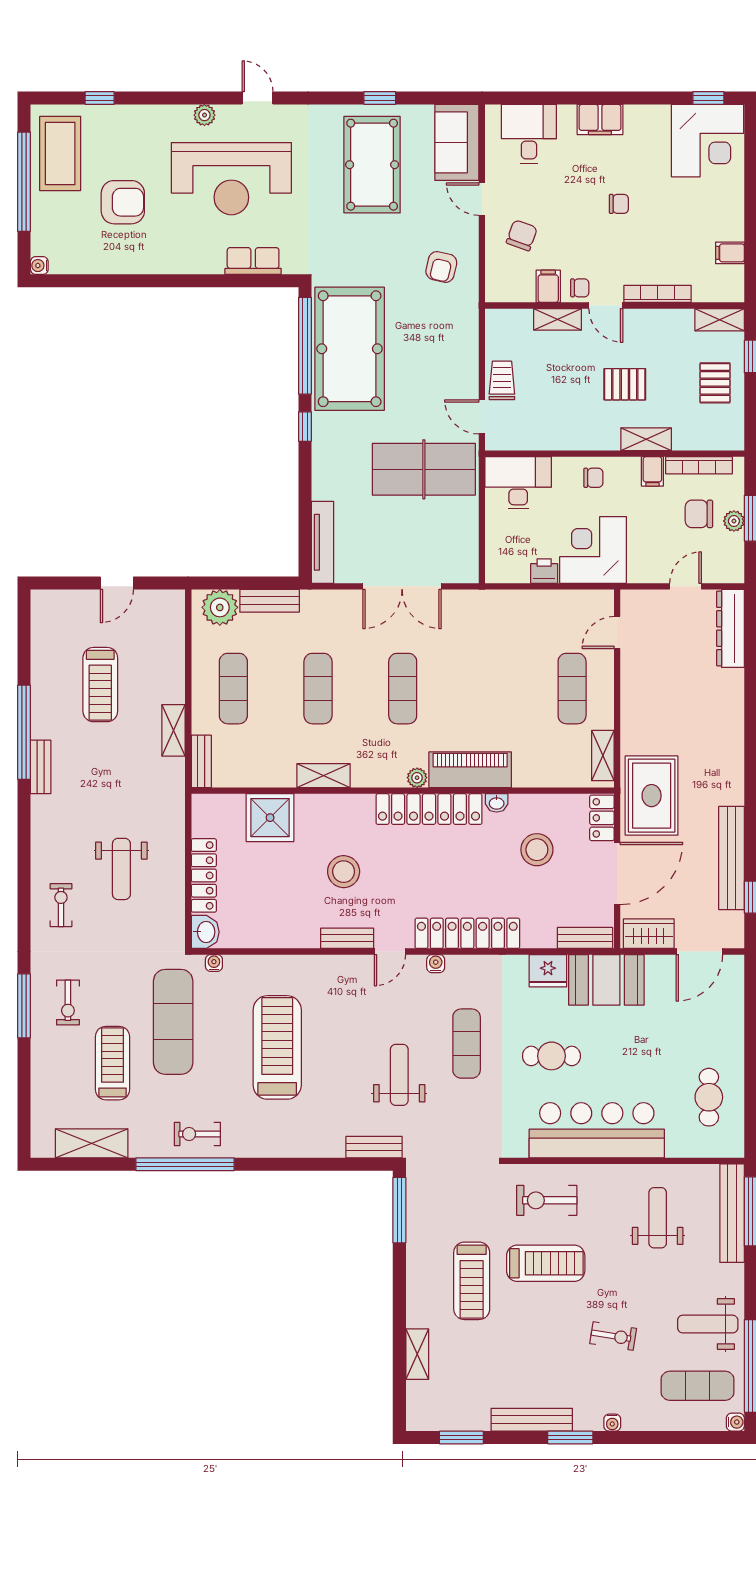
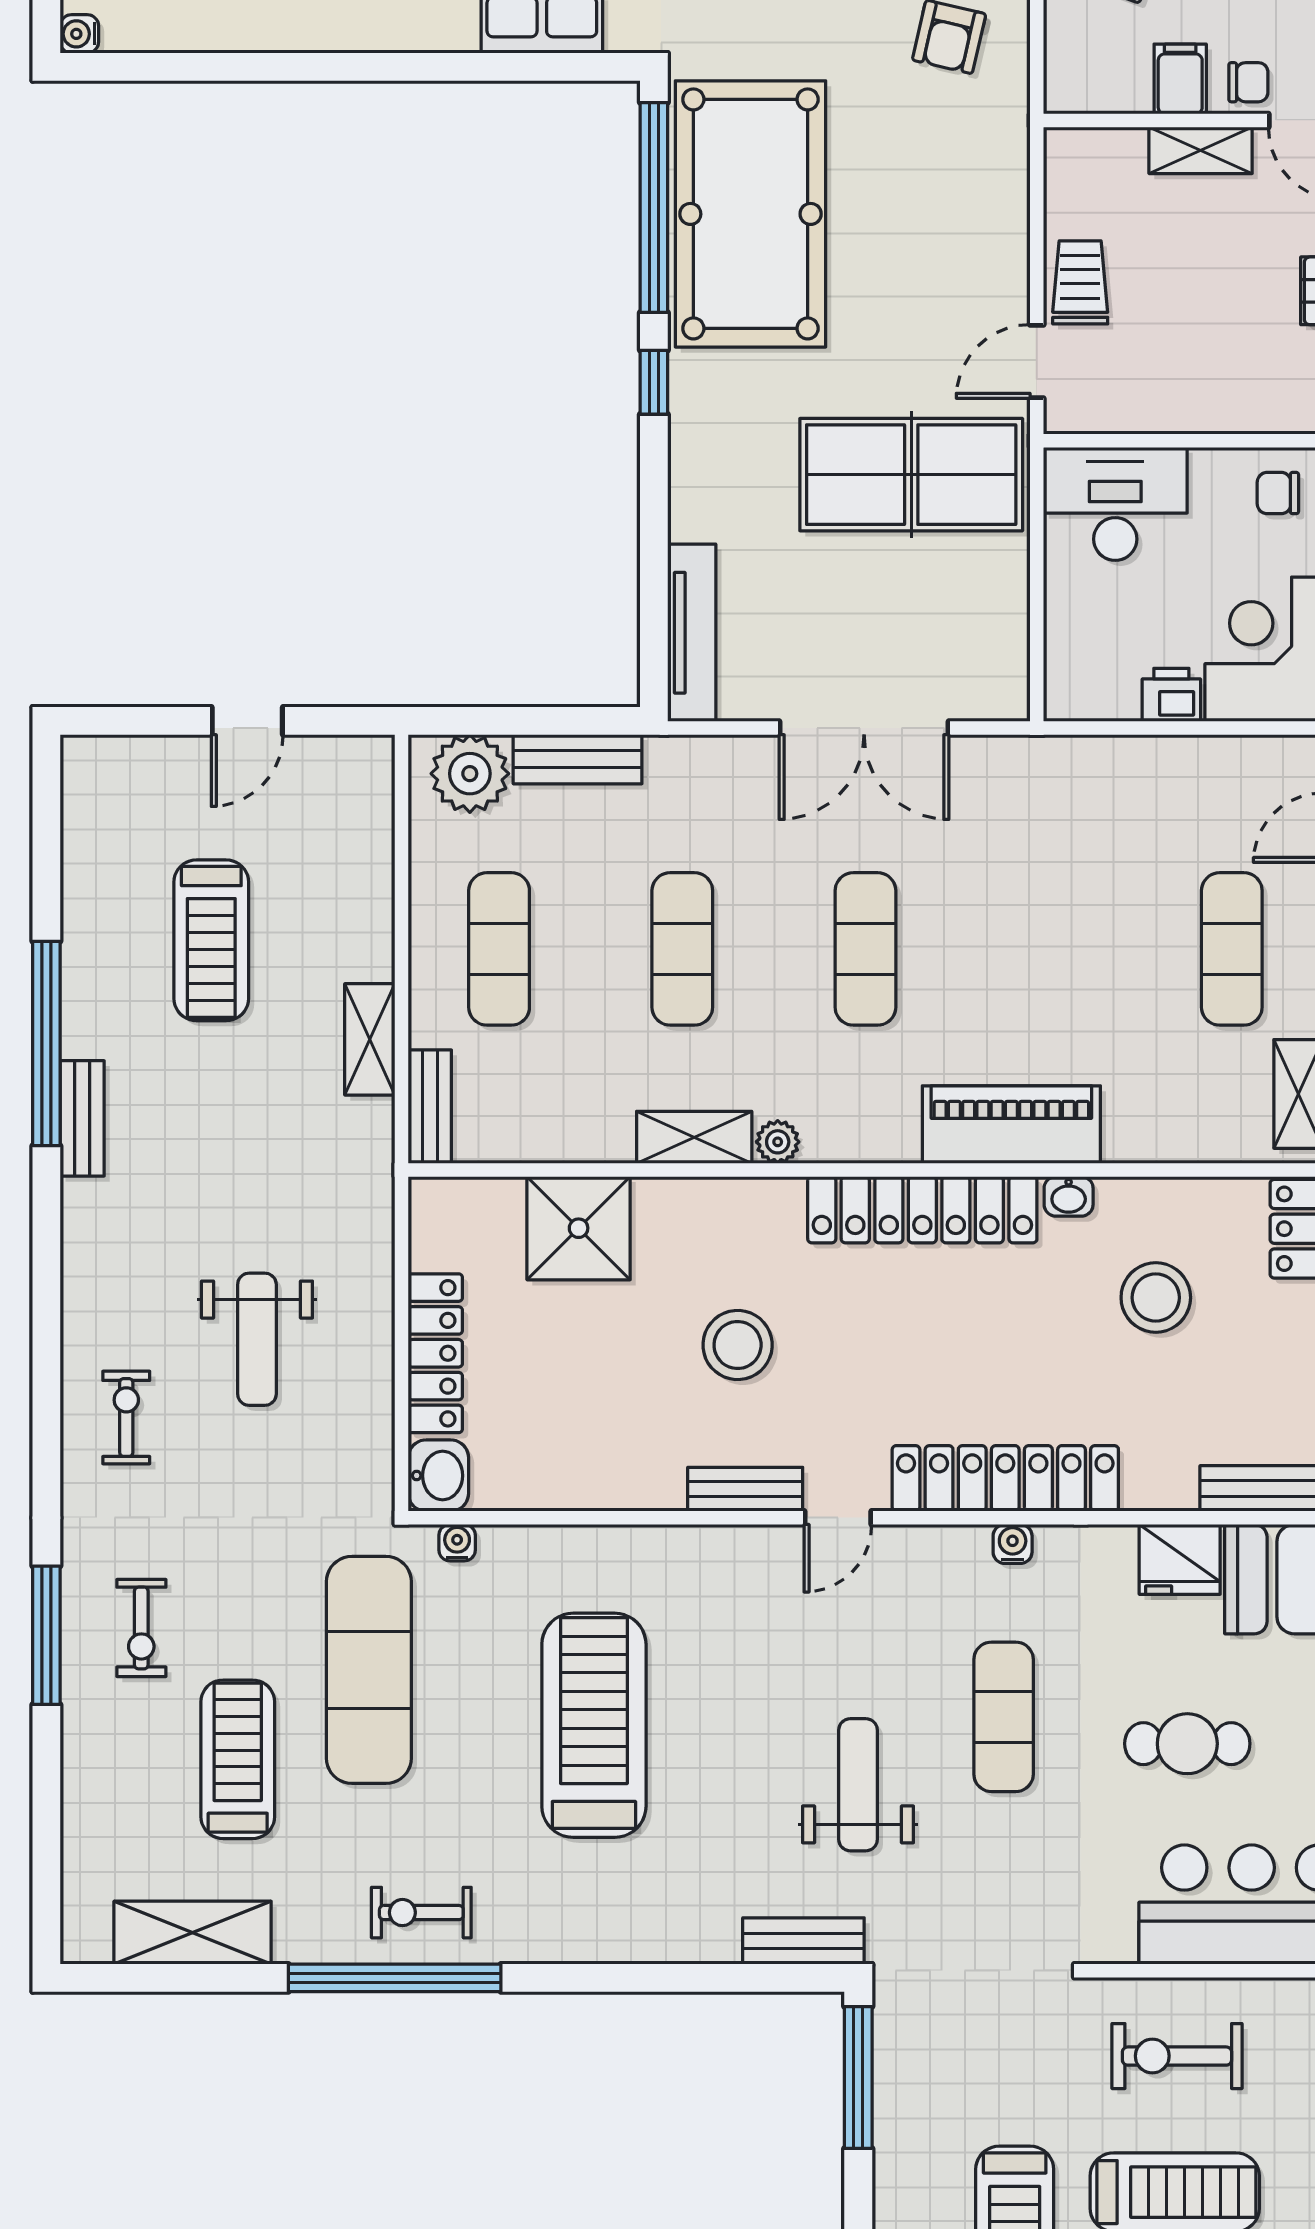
door: (482, 417) -> (1037, 361), hinge flipped
chair: (593, 478) -> (1278, 493), turned 180
plant: (417, 778) -> (778, 1142), moved
water cooler: (436, 964) -> (1013, 1544), moved

